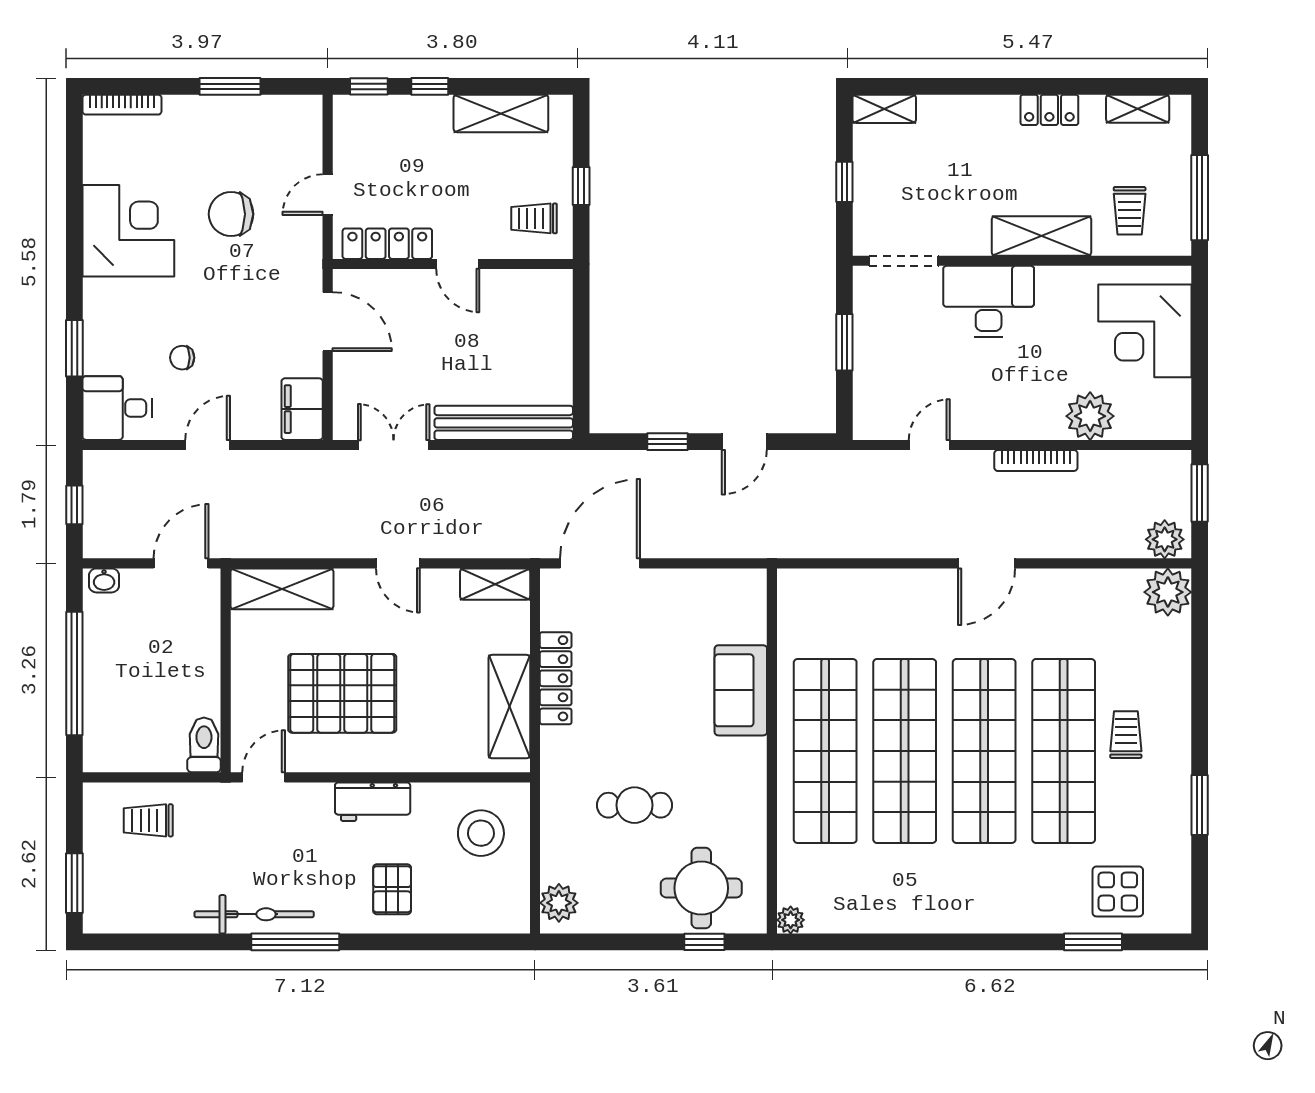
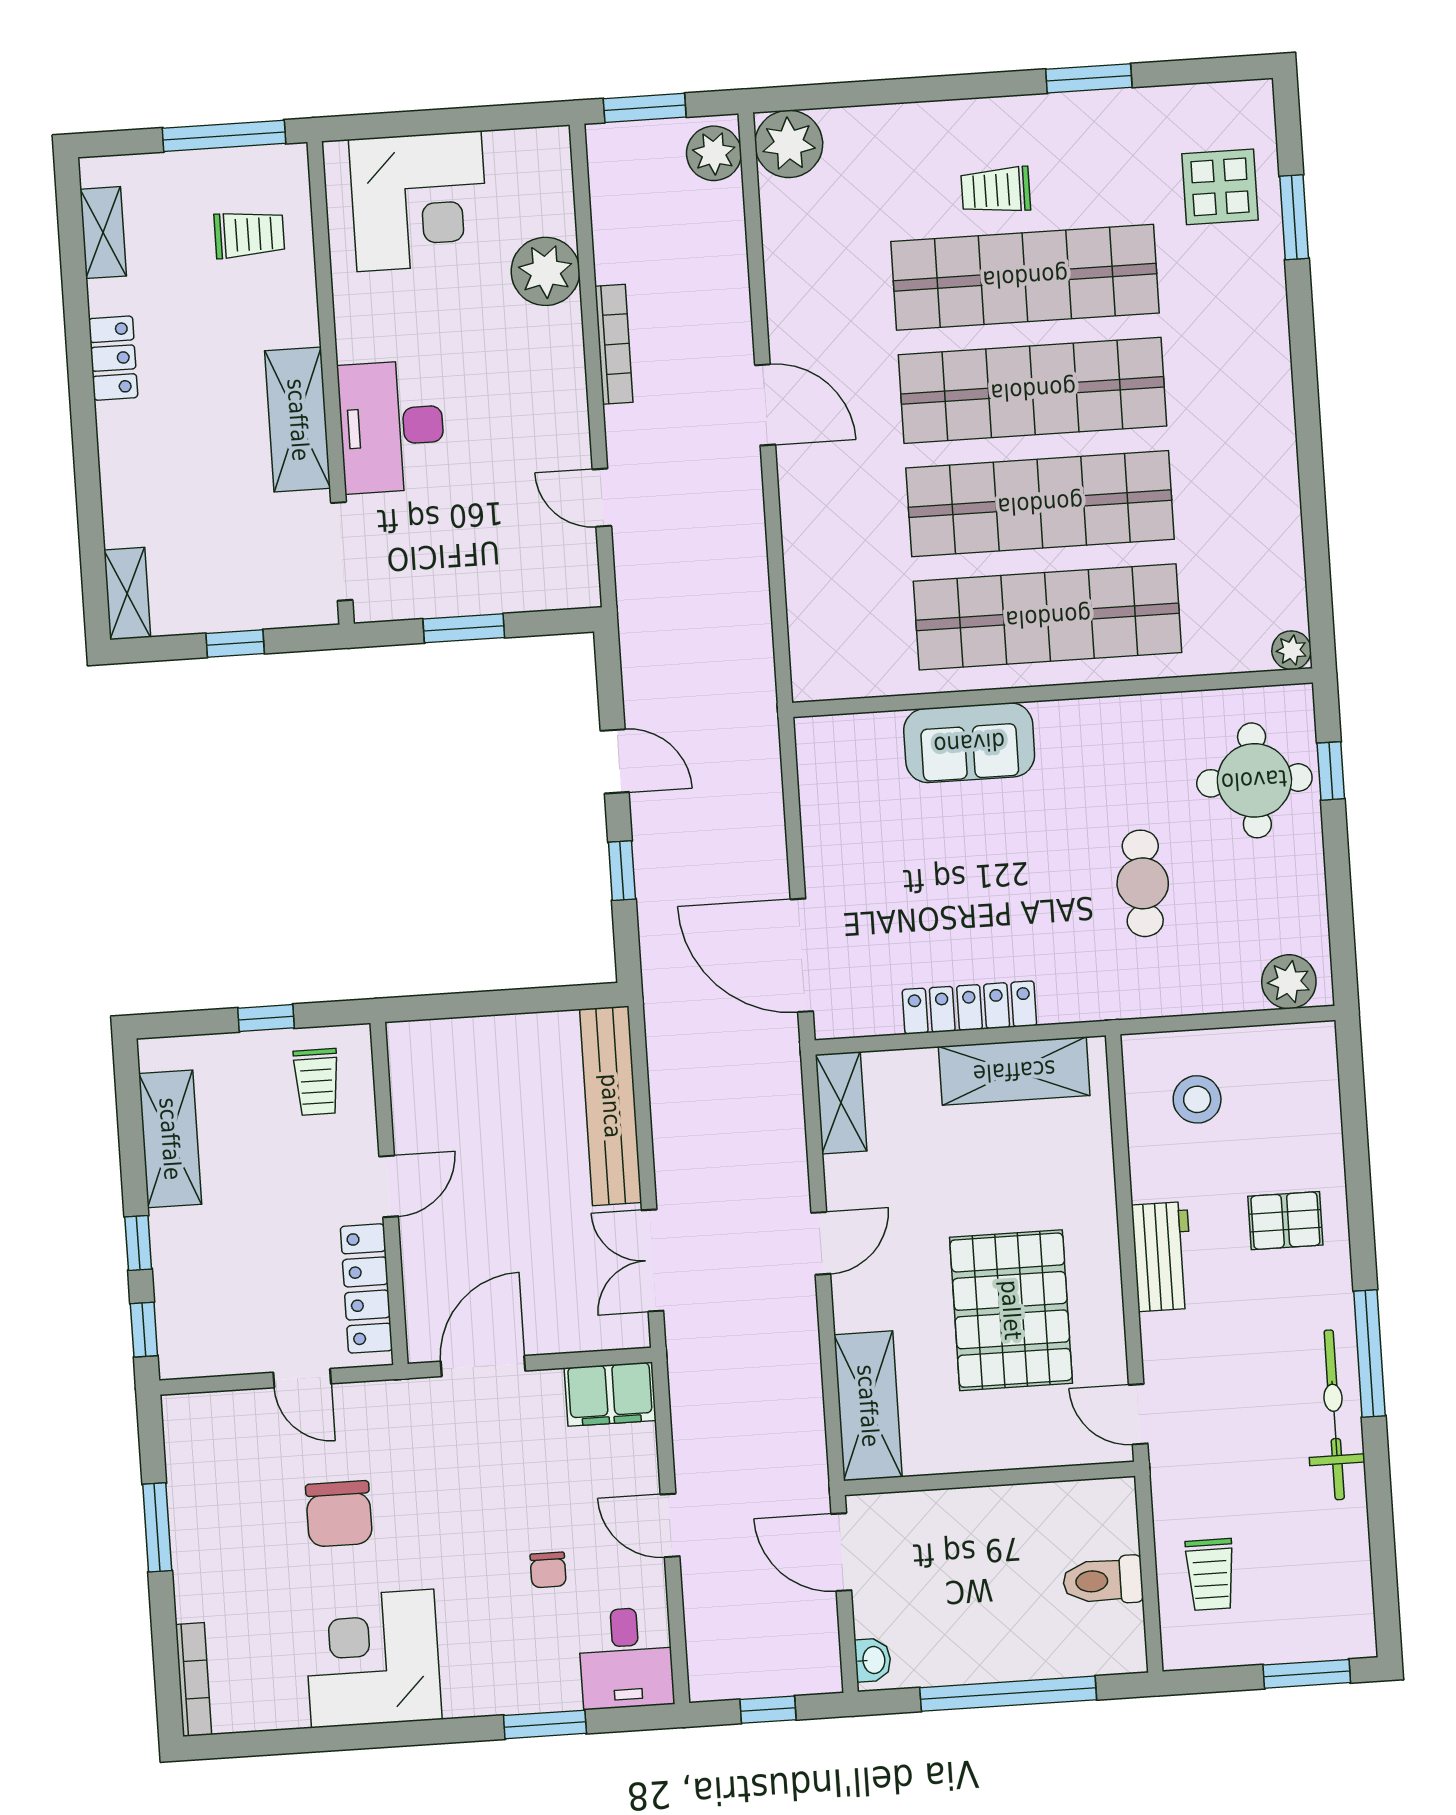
shelving: (1041, 236) -> (298, 420), moved
toilet: (204, 745) -> (1103, 1581), moved
stool: (481, 833) -> (1197, 1099), width x0.73, depth x0.73

